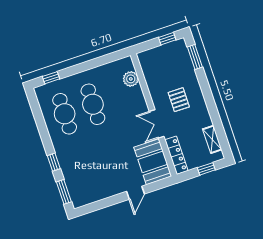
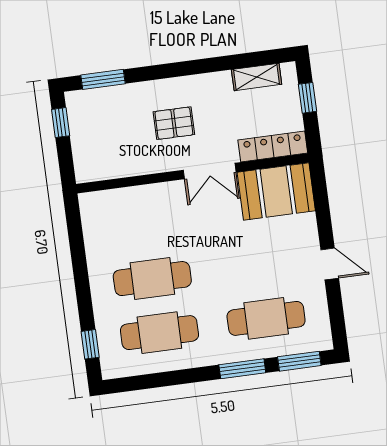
plant: (131, 79) -> (120, 202), removed
window: (54, 162) -> (242, 369), width x1.50
cafe table: (83, 170) -> (266, 318), added
door: (136, 193) -> (330, 264), moved

